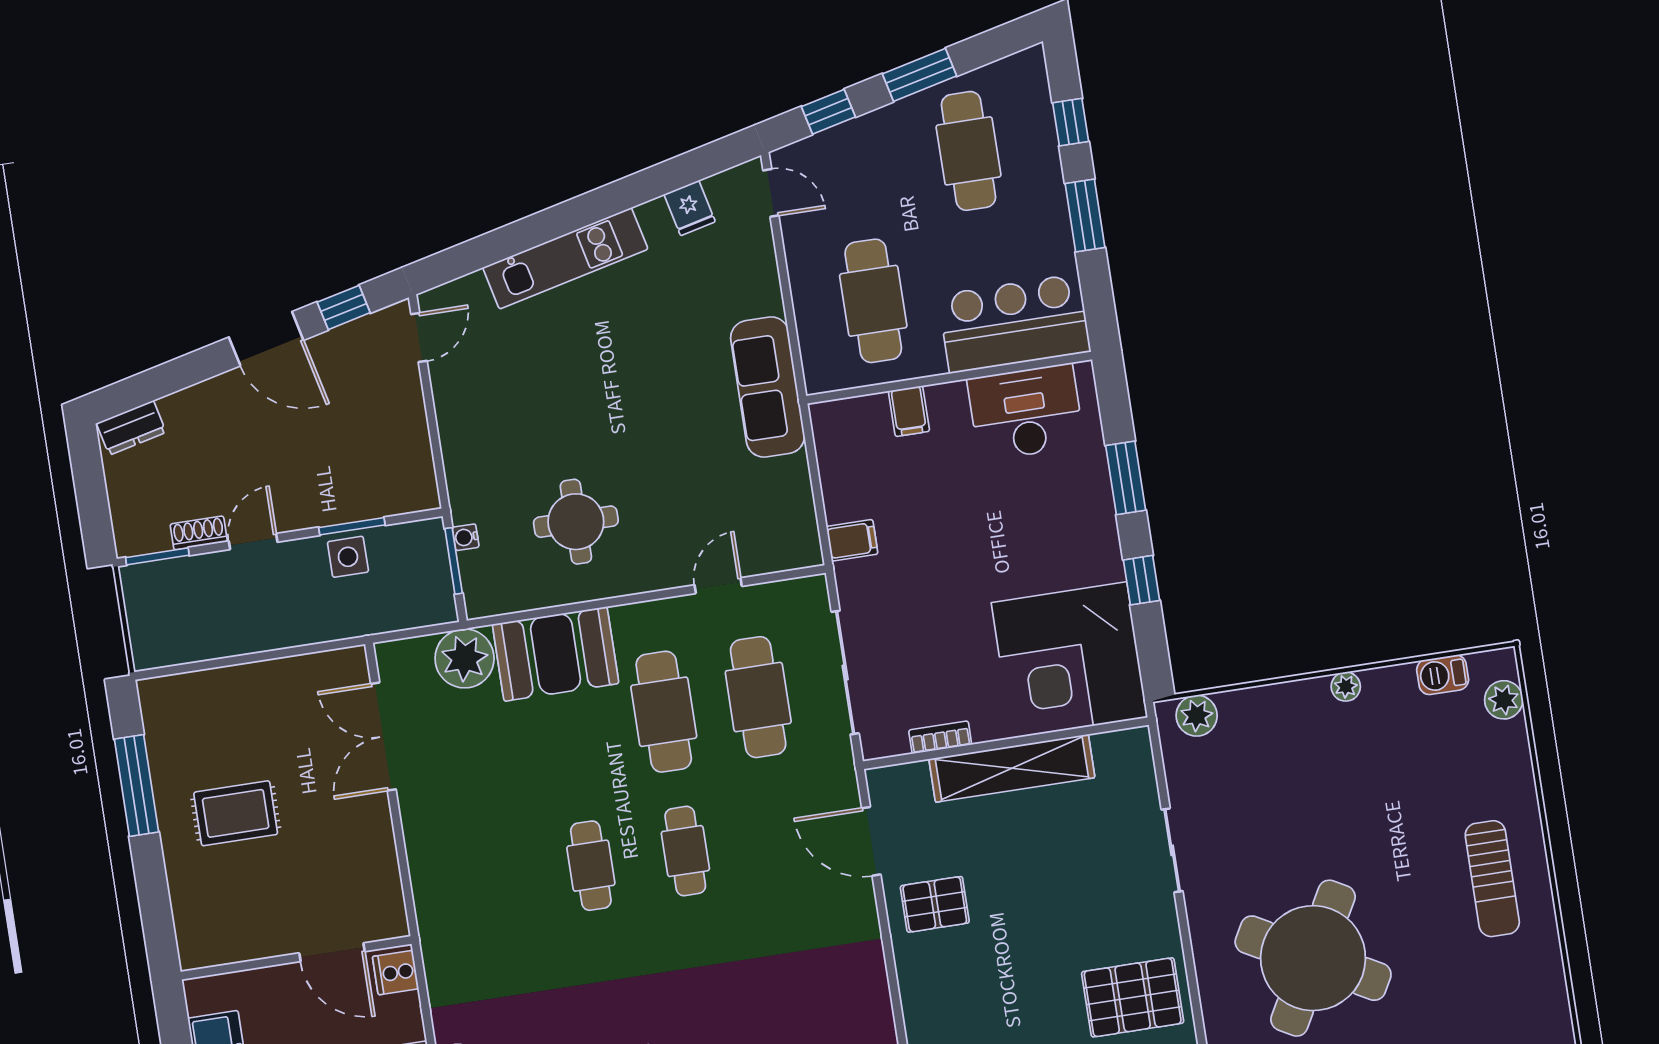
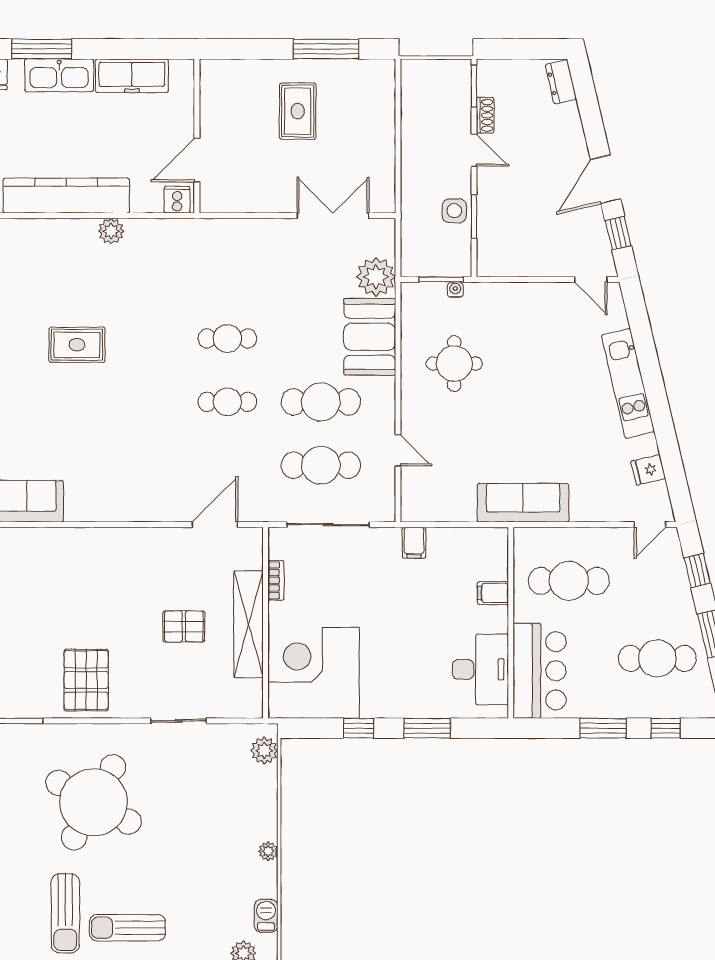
pallet: (935, 904) -> (184, 626), moved, turned 90
sun lounger: (1485, 975) -> (65, 913), added

